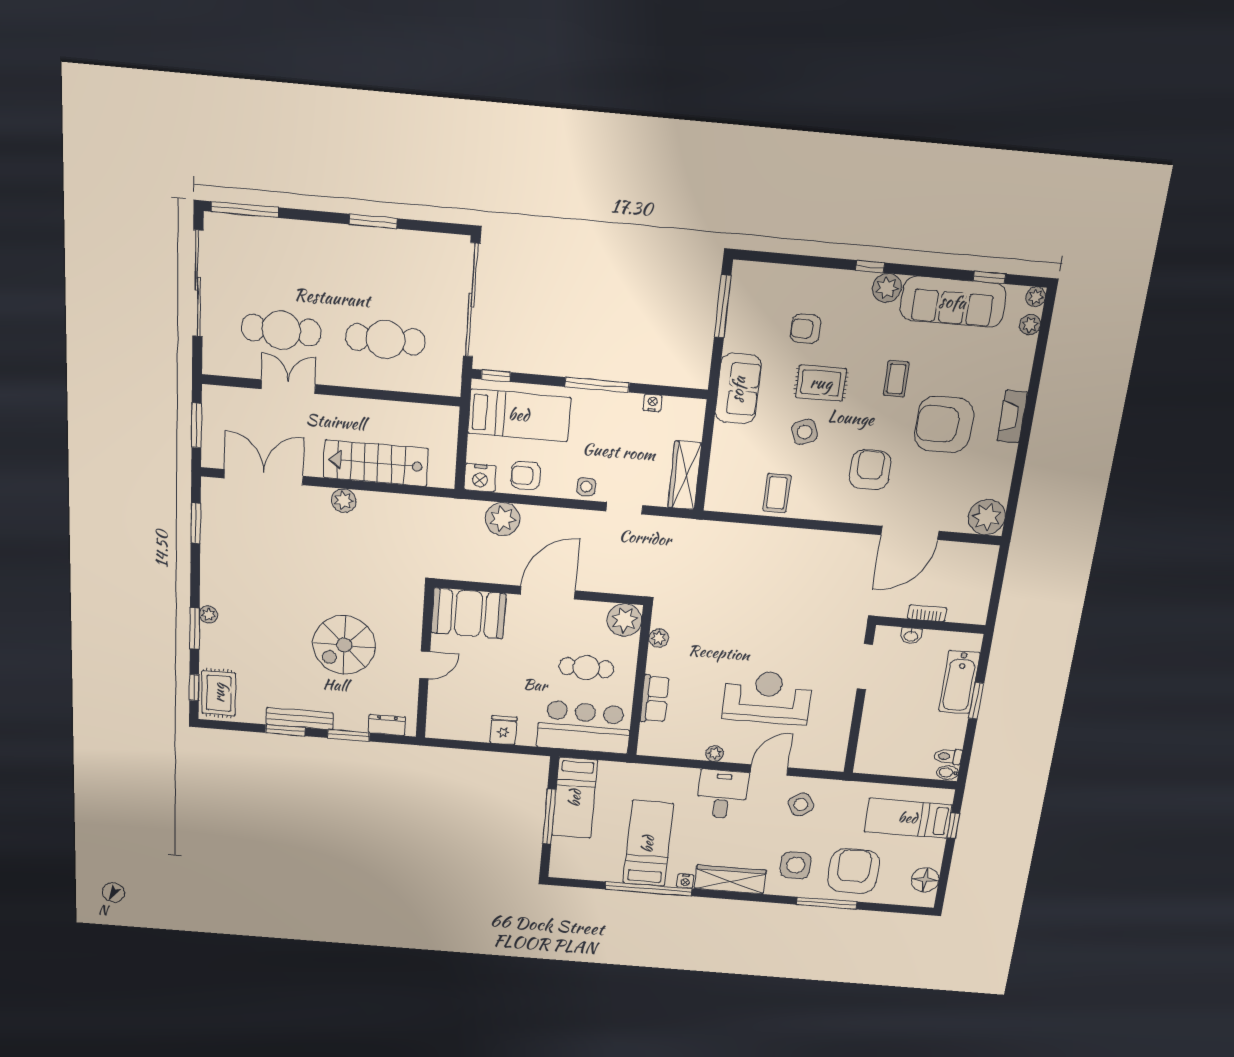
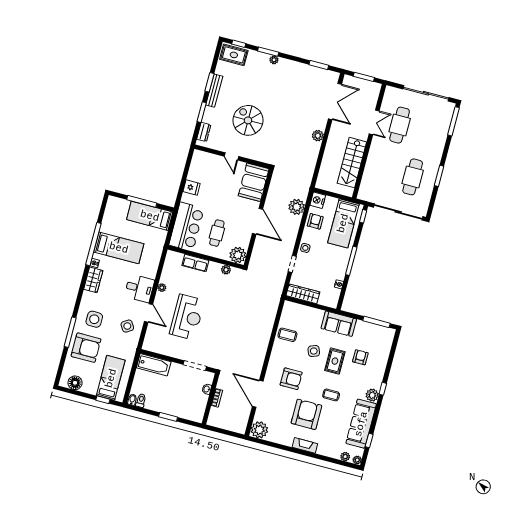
cafe table: (385, 339) -> (413, 177), moved
stairs: (376, 463) -> (352, 163), moved, turned 180
bathtub: (959, 682) -> (154, 365), moved, turned 180
wardrobe: (730, 879) -> (93, 280), width x0.67

